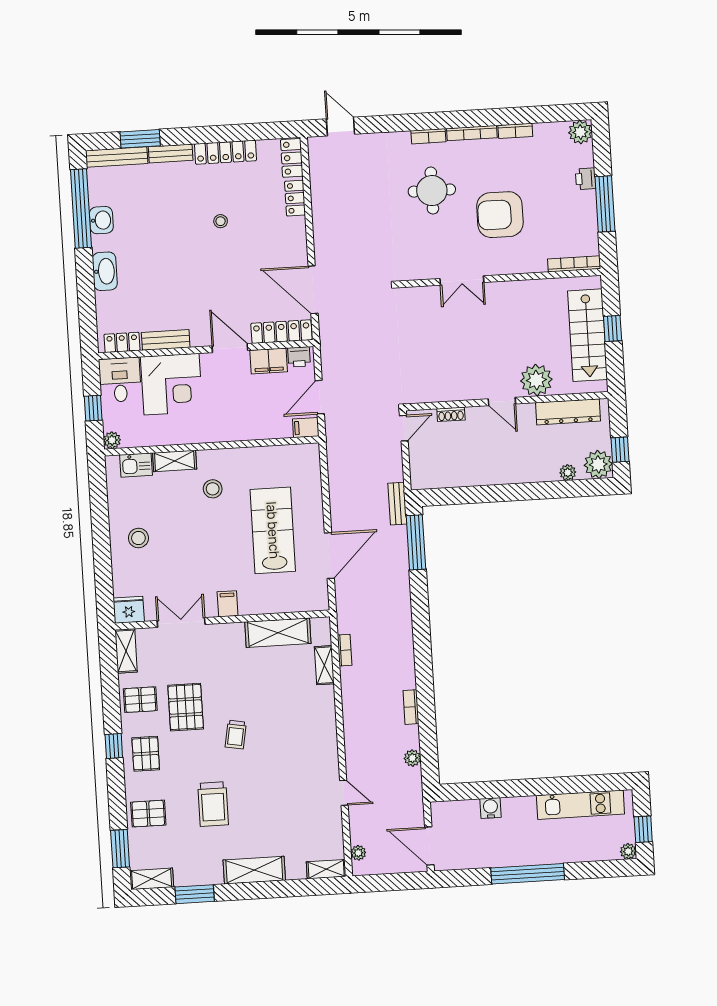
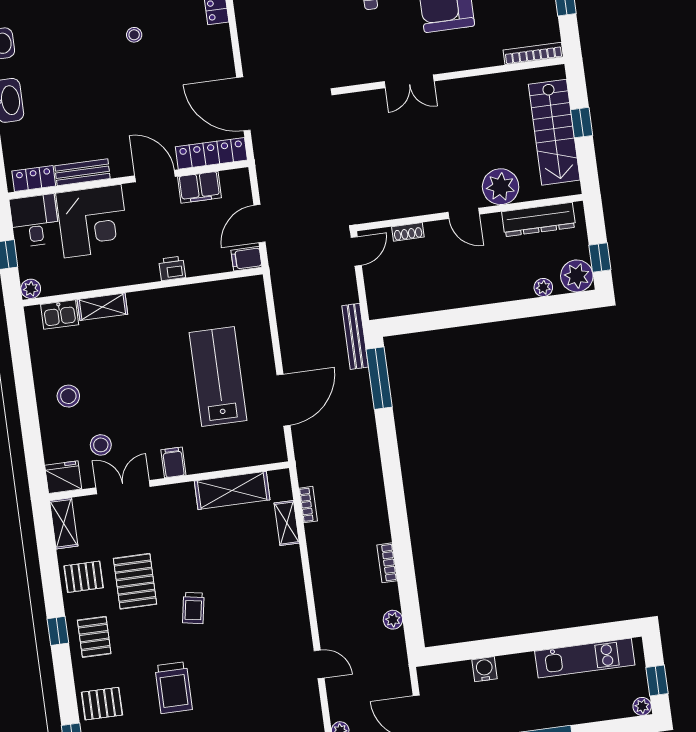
printer: (299, 357) -> (172, 268), moved, turned 180
stool: (213, 489) -> (101, 445), moved
bench: (397, 504) -> (355, 336), width x1.36

